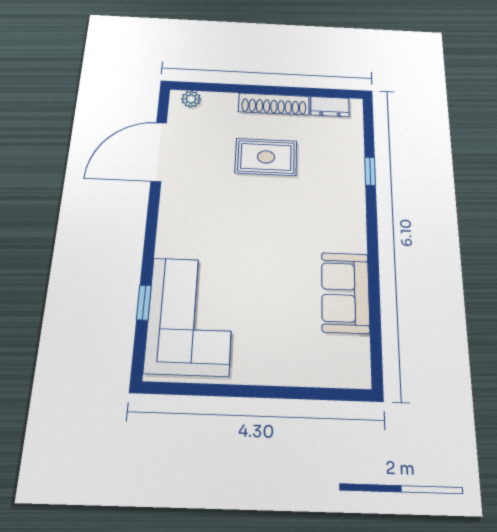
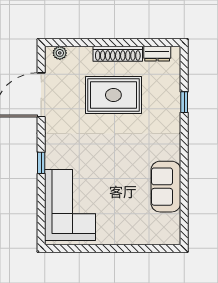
rug: (266, 157) -> (113, 95), width x1.36, depth x1.43
window: (144, 303) -> (41, 163), moved

